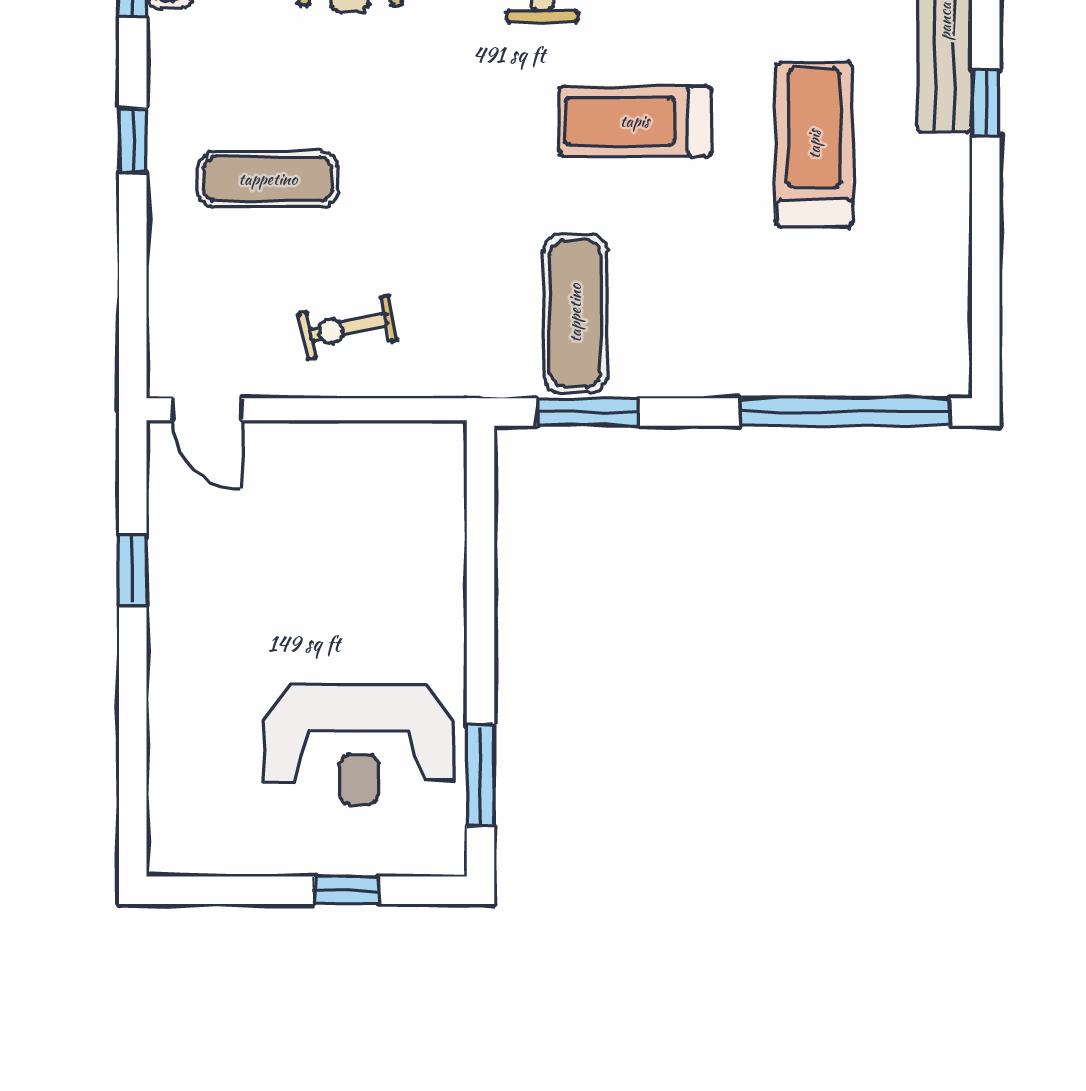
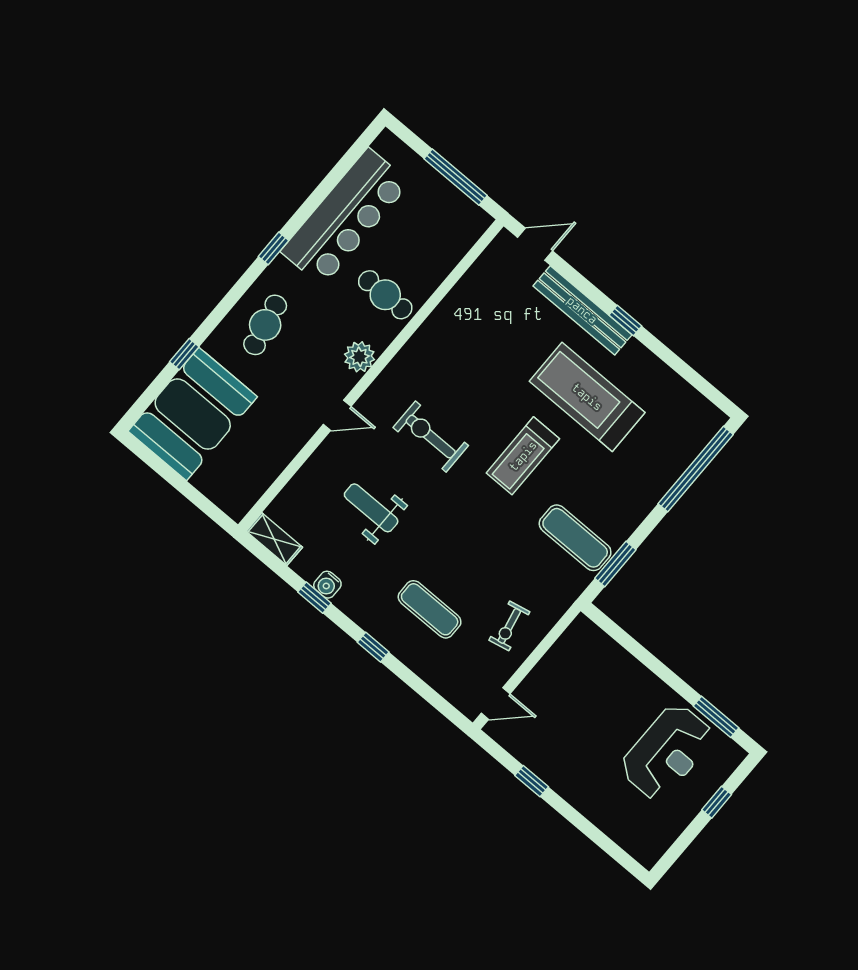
treadmill: (814, 144) -> (587, 397), width x1.37, depth x1.38
exercise mat: (268, 179) -> (430, 609), turned 90

